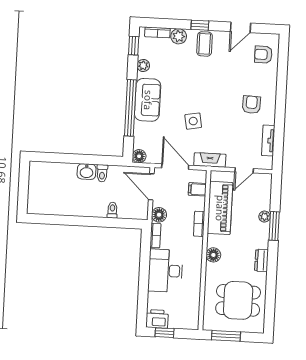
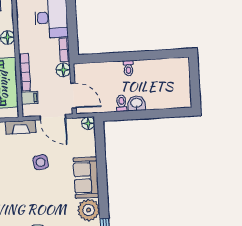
plant: (143, 65) -> (89, 210), width x1.87, depth x1.87
window: (130, 108) -> (102, 168), removed
toilet: (112, 210) -> (128, 68), moved
bookcase: (199, 224) -> (25, 72), width x1.56

